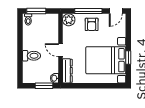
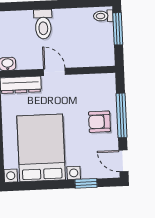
plant: (69, 20) -> (106, 83), removed
door: (60, 50) -> (54, 72), hinge flipped
window: (128, 57) -> (86, 183), moved

